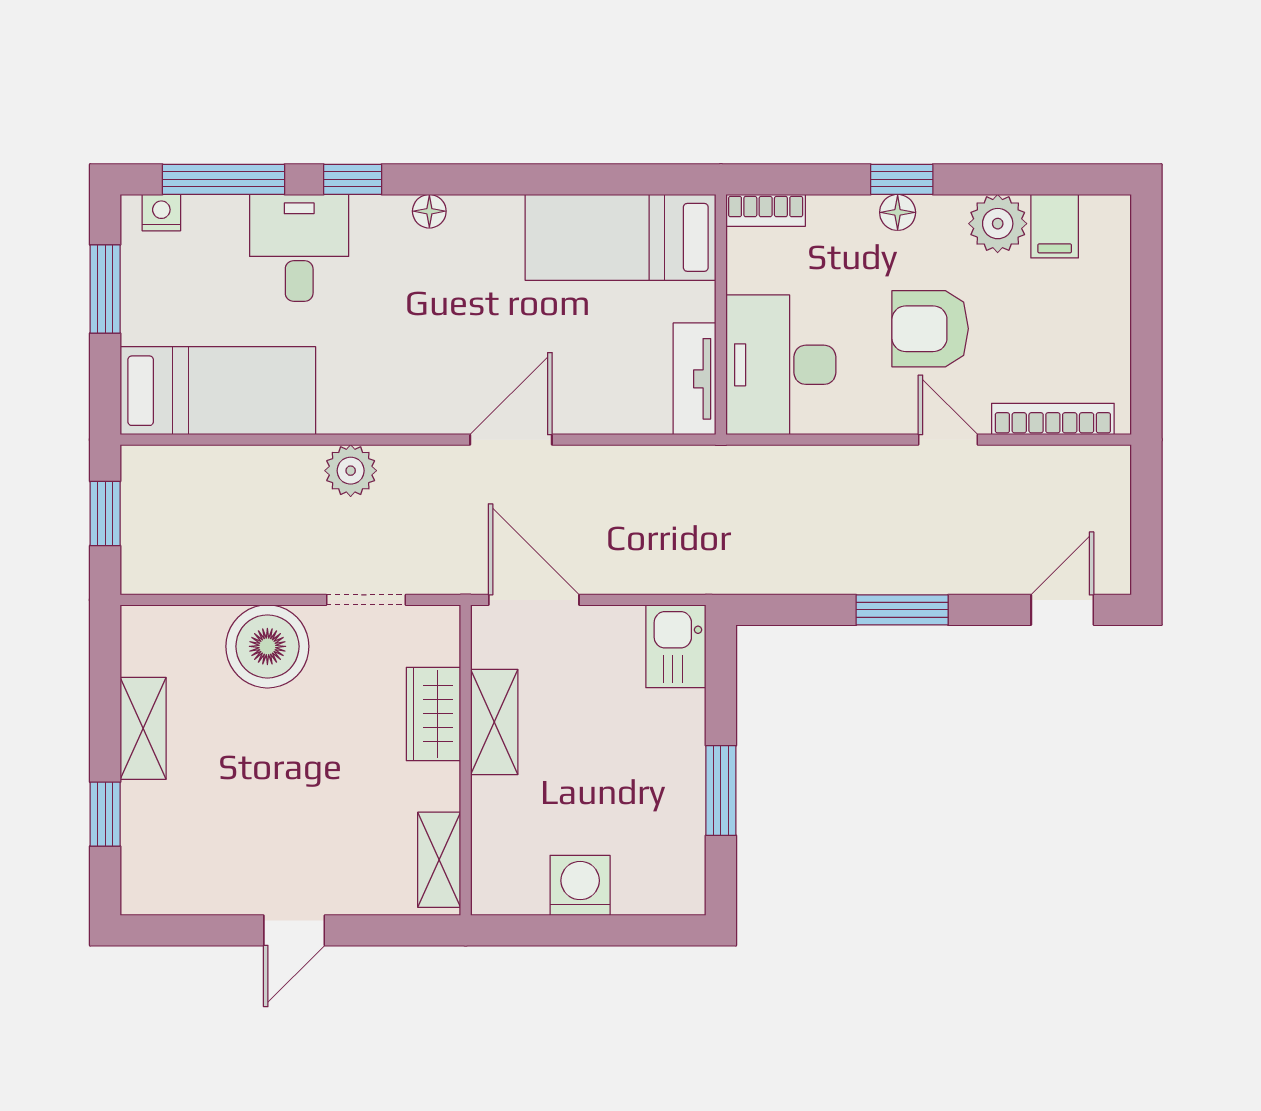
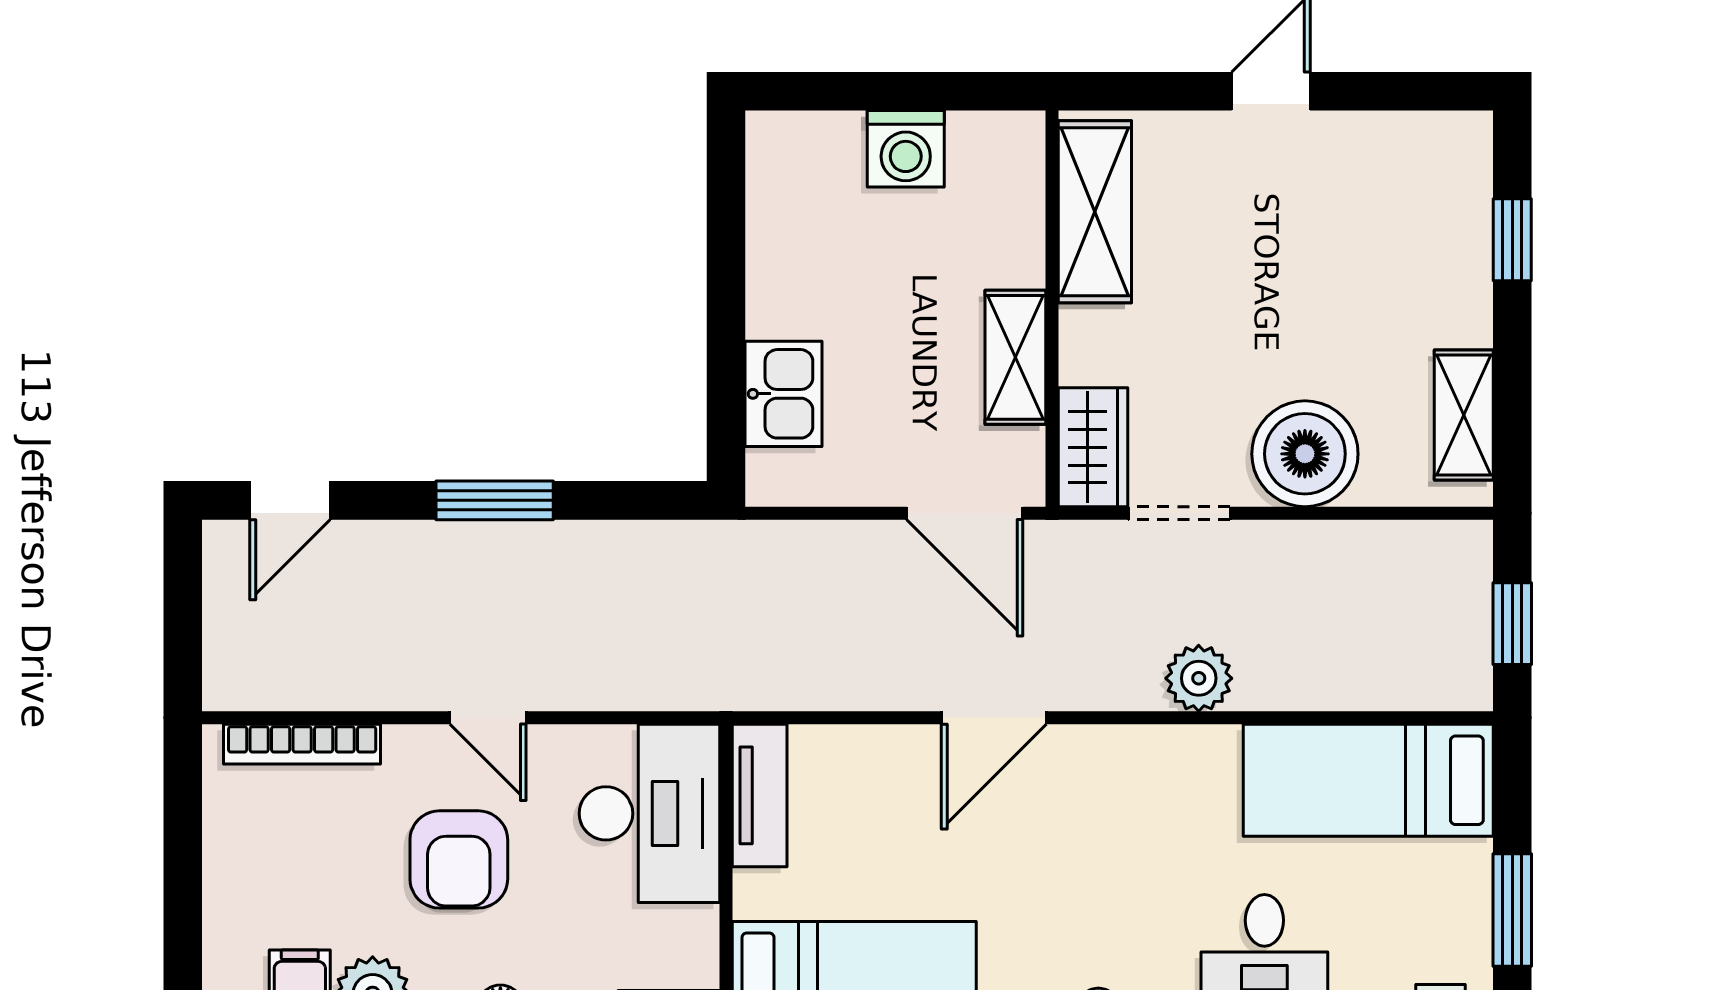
armchair: (930, 329) -> (459, 859), turned 90
door: (948, 440) -> (488, 718), moved
kitchen sink: (676, 646) -> (784, 394), moved
wardrobe: (433, 714) -> (1093, 447), moved
shelving: (143, 728) -> (1464, 415), moved
window: (721, 790) -> (726, 270), removed
shelving: (439, 860) -> (1095, 212), width x1.50, depth x1.33

